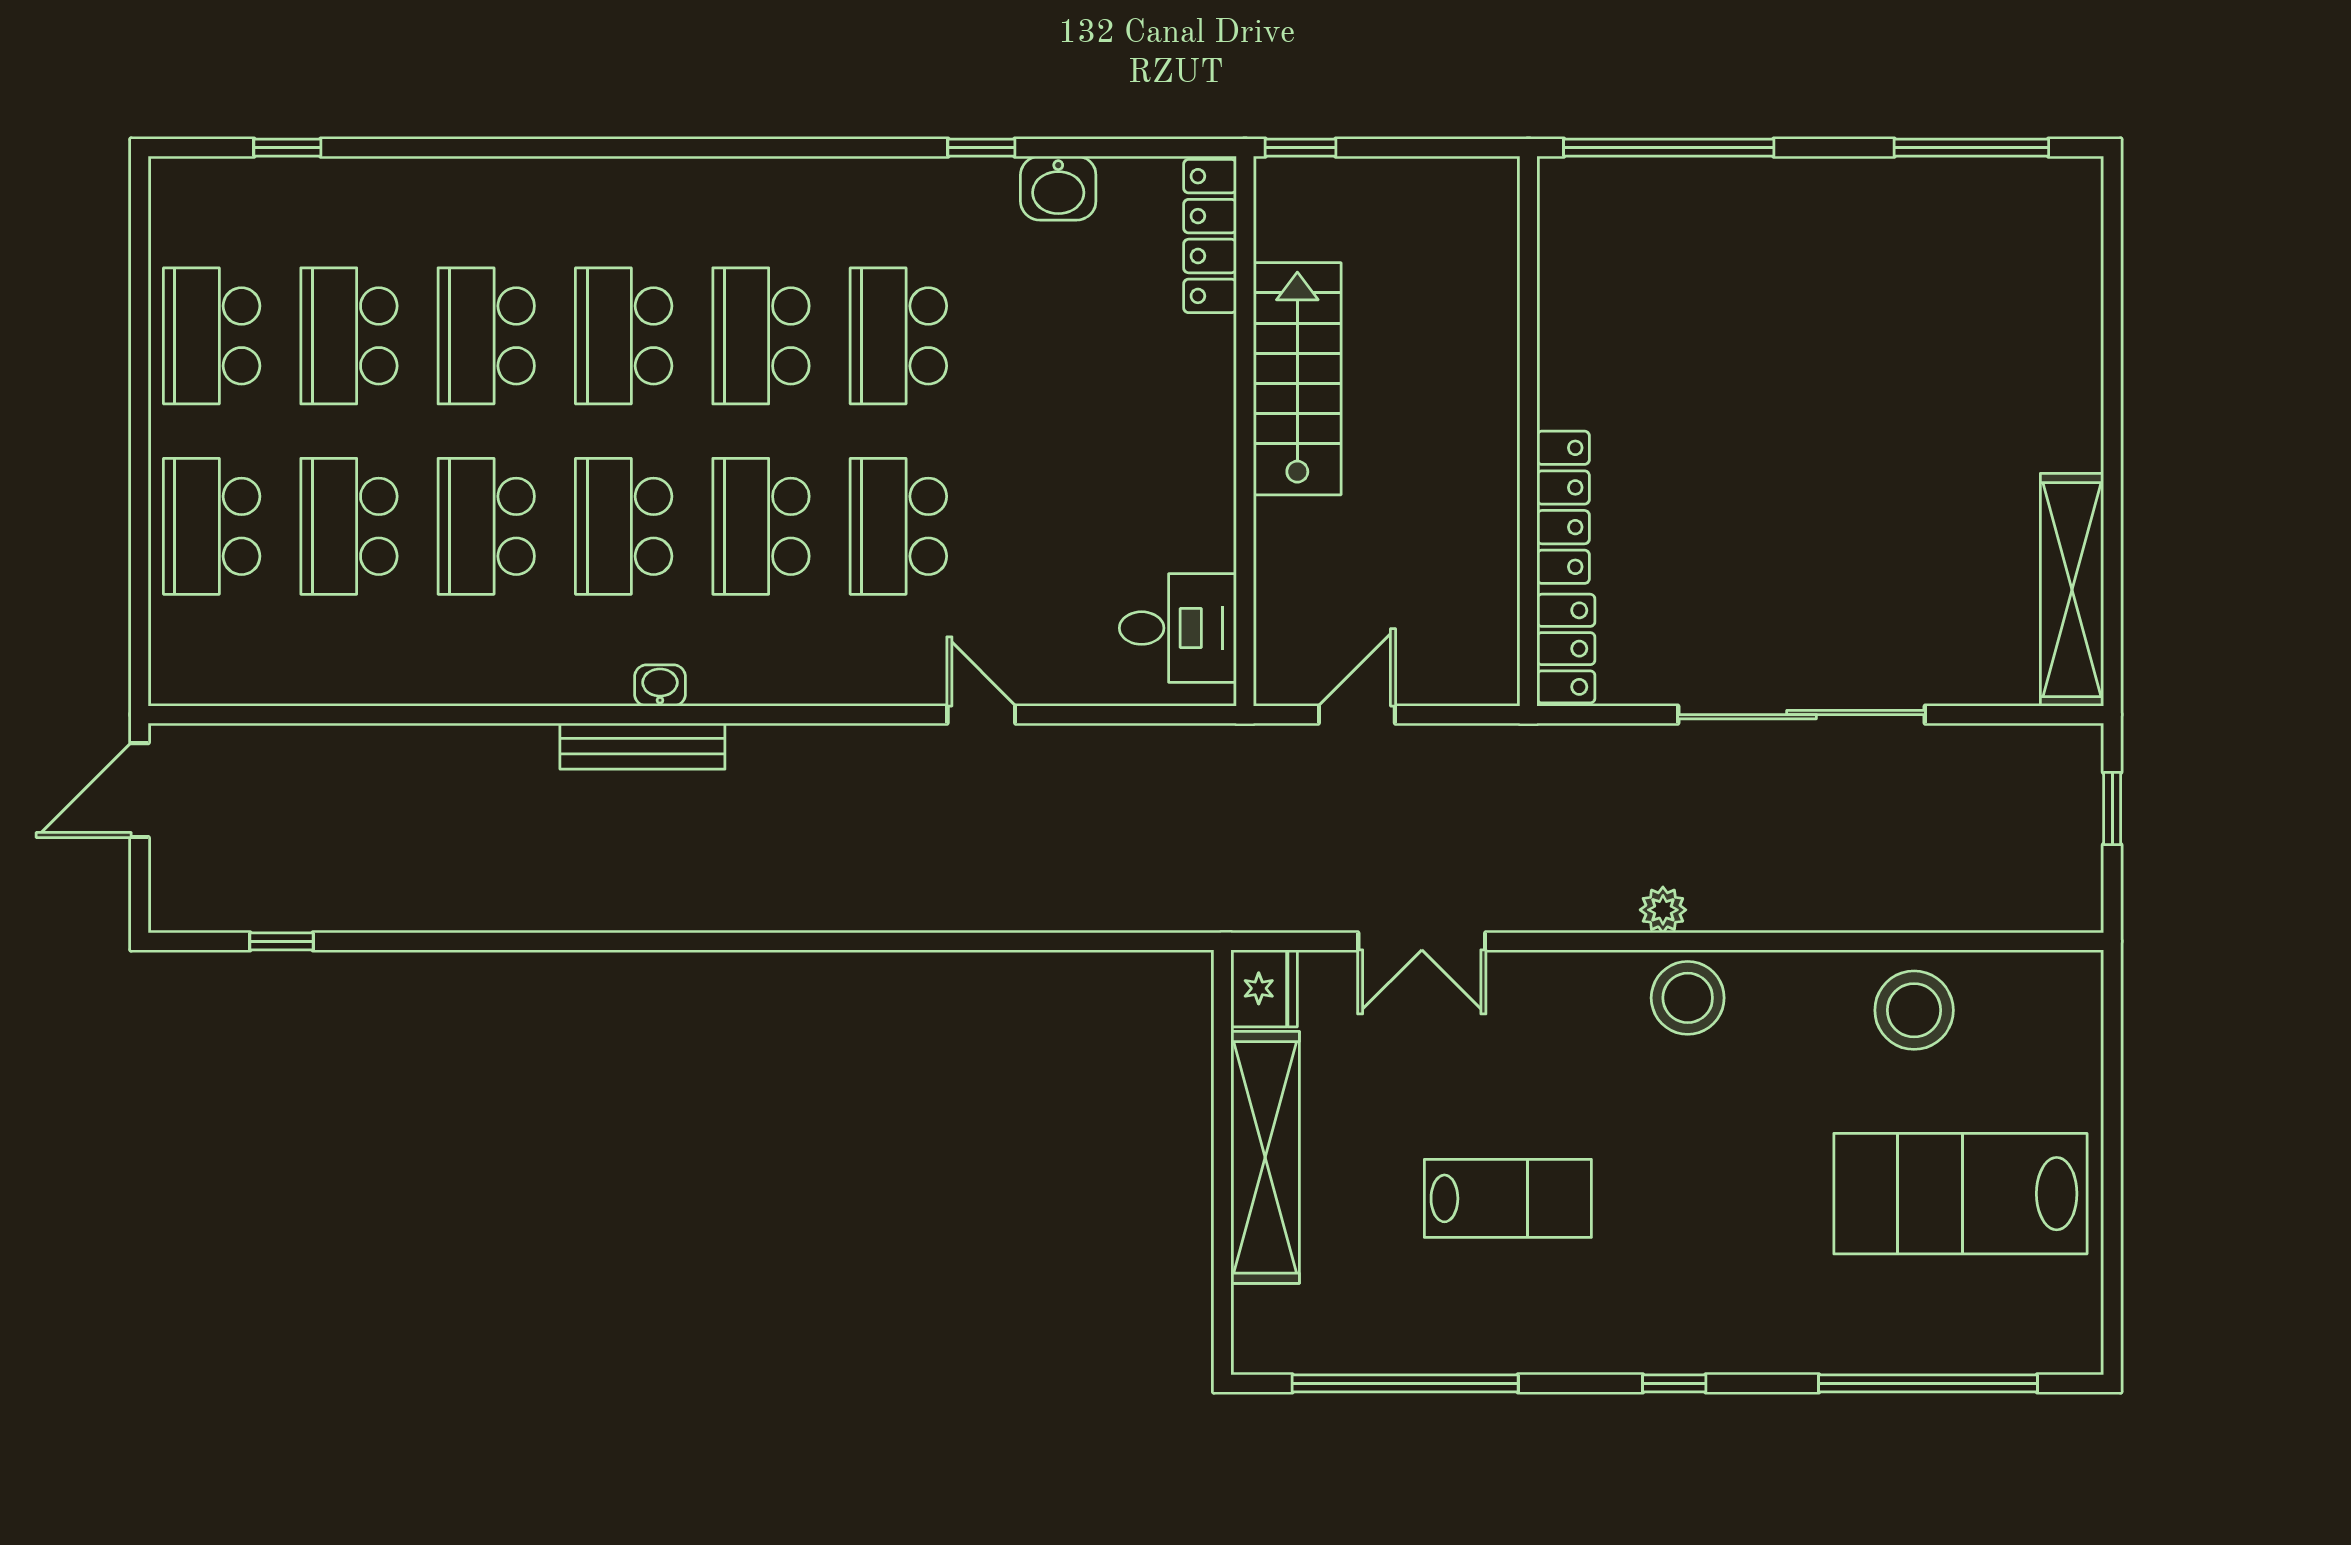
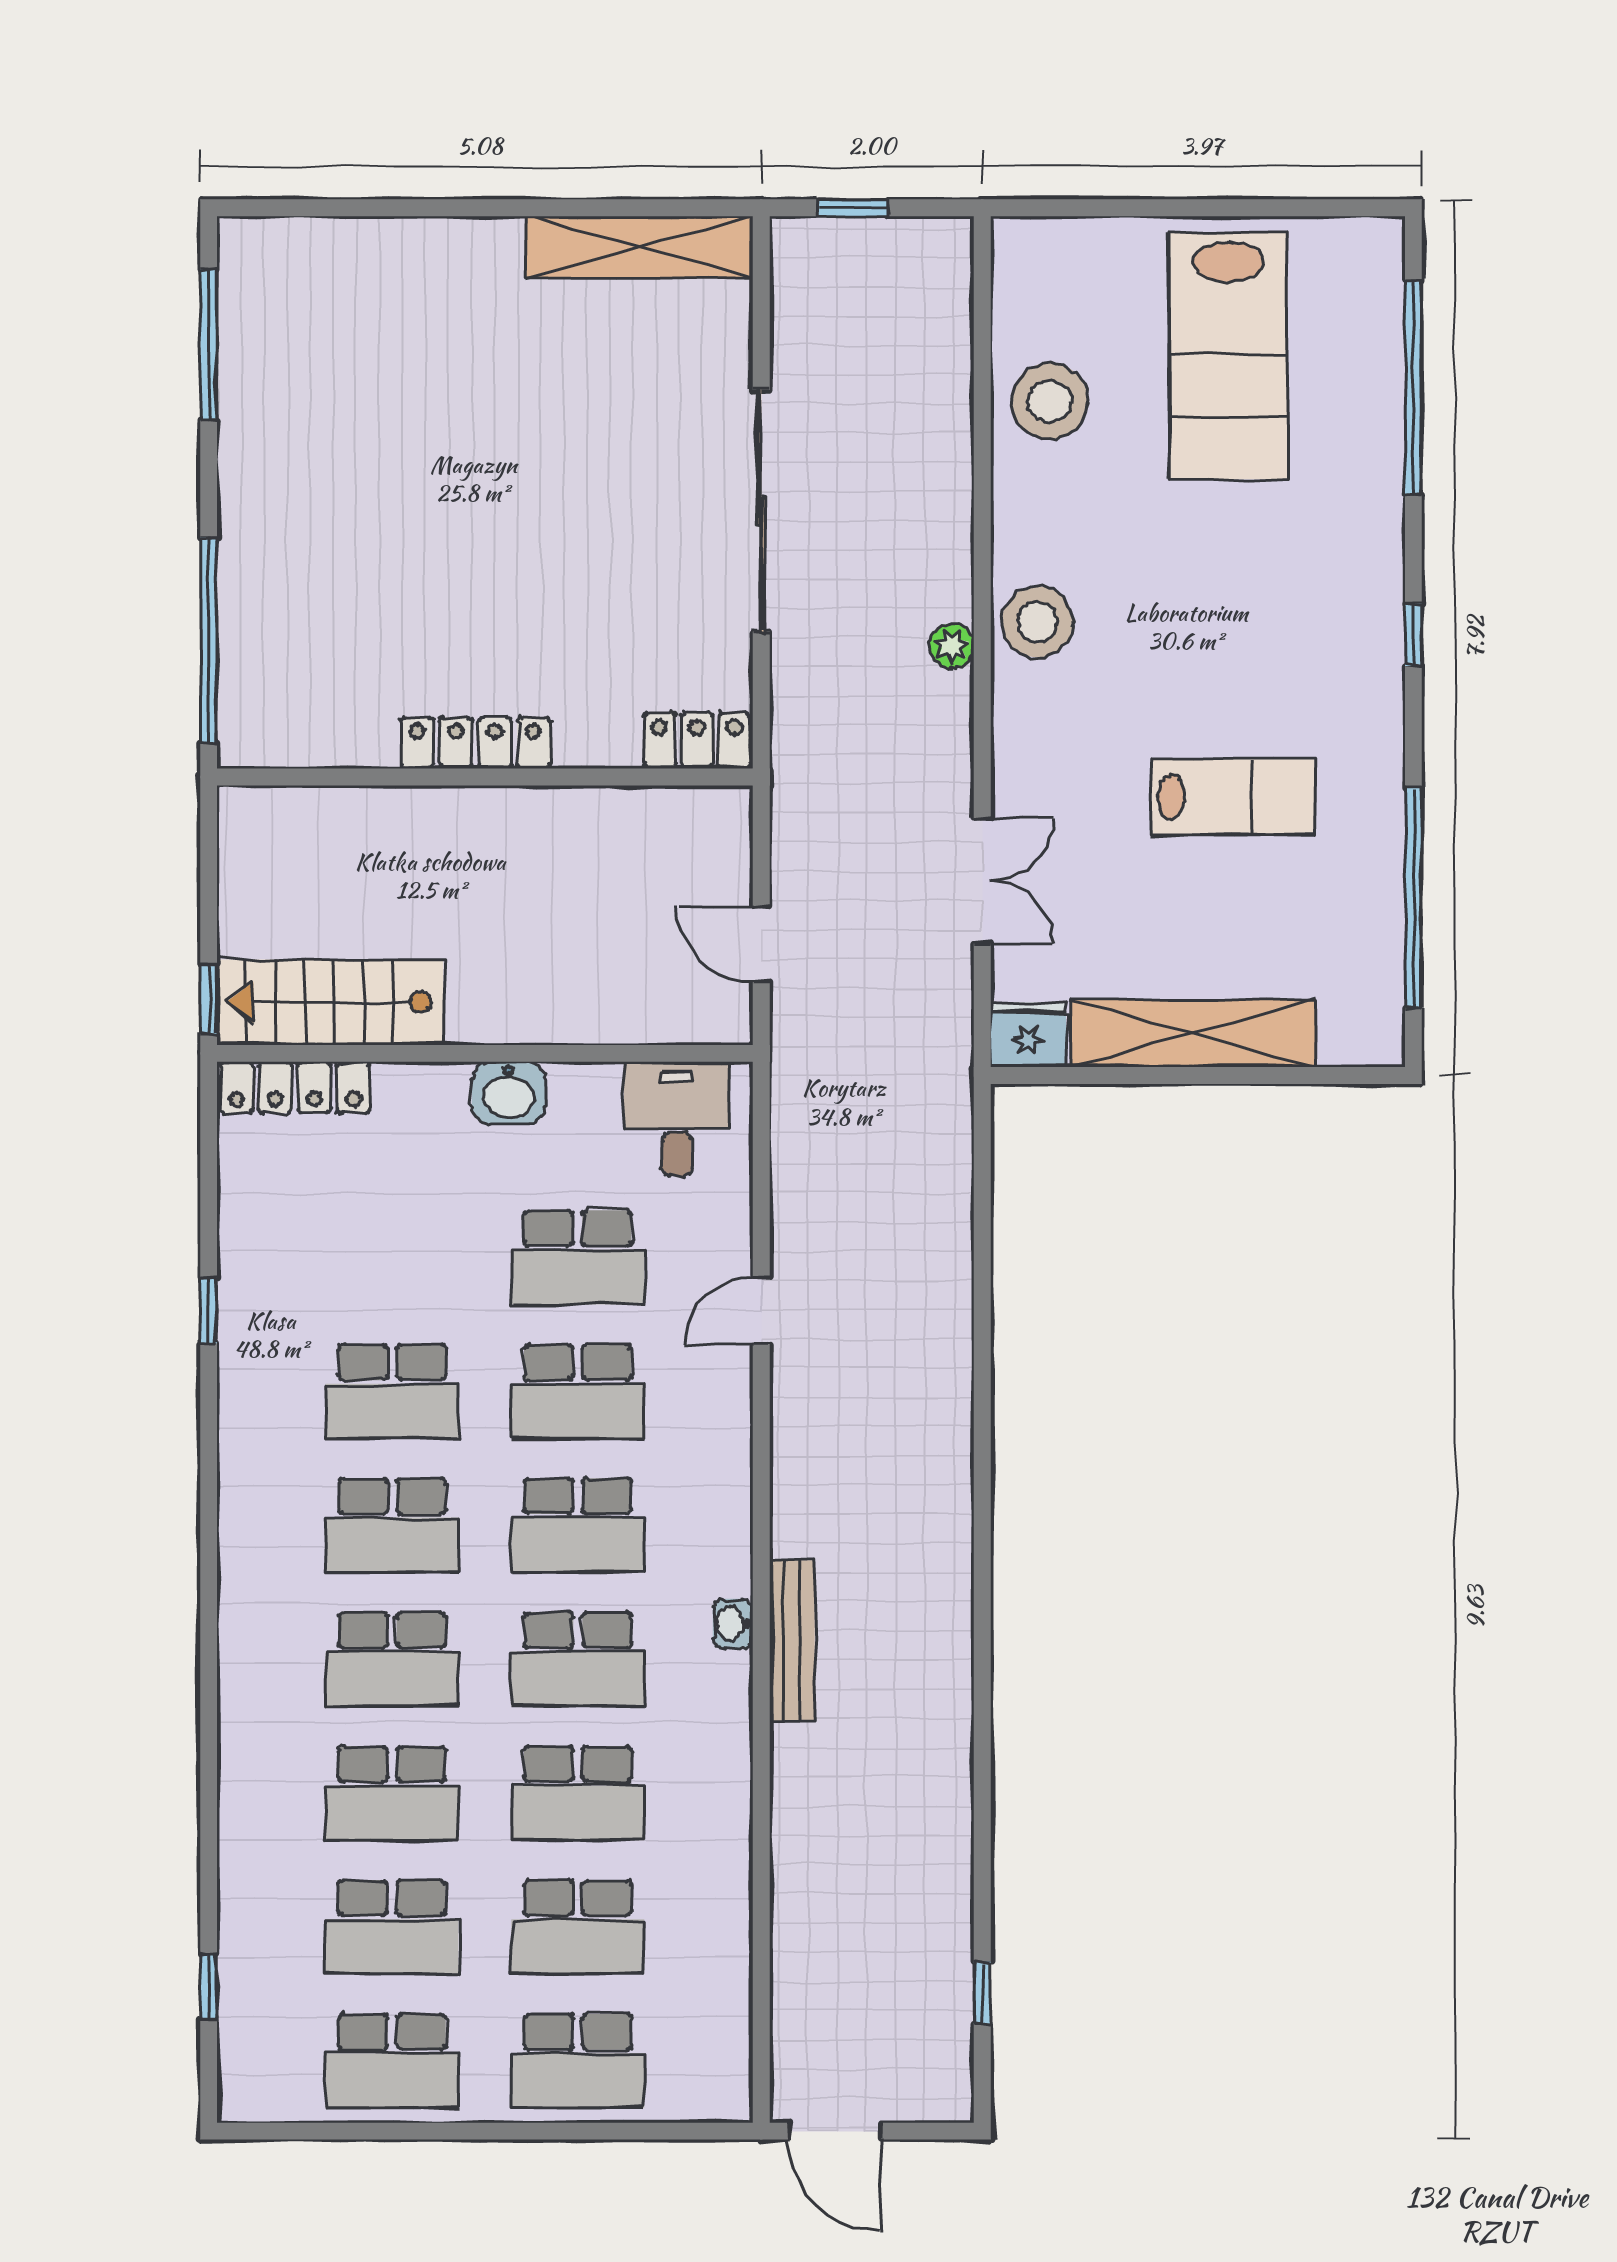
washbasin: (1058, 188) -> (509, 1093), moved, turned 90
stairs: (1297, 379) -> (330, 1002), moved
locker: (1563, 507) -> (475, 743), moved
school desk: (1036, 526) -> (578, 1257), added
lab bench: (1508, 1198) -> (1233, 797), turned 90

